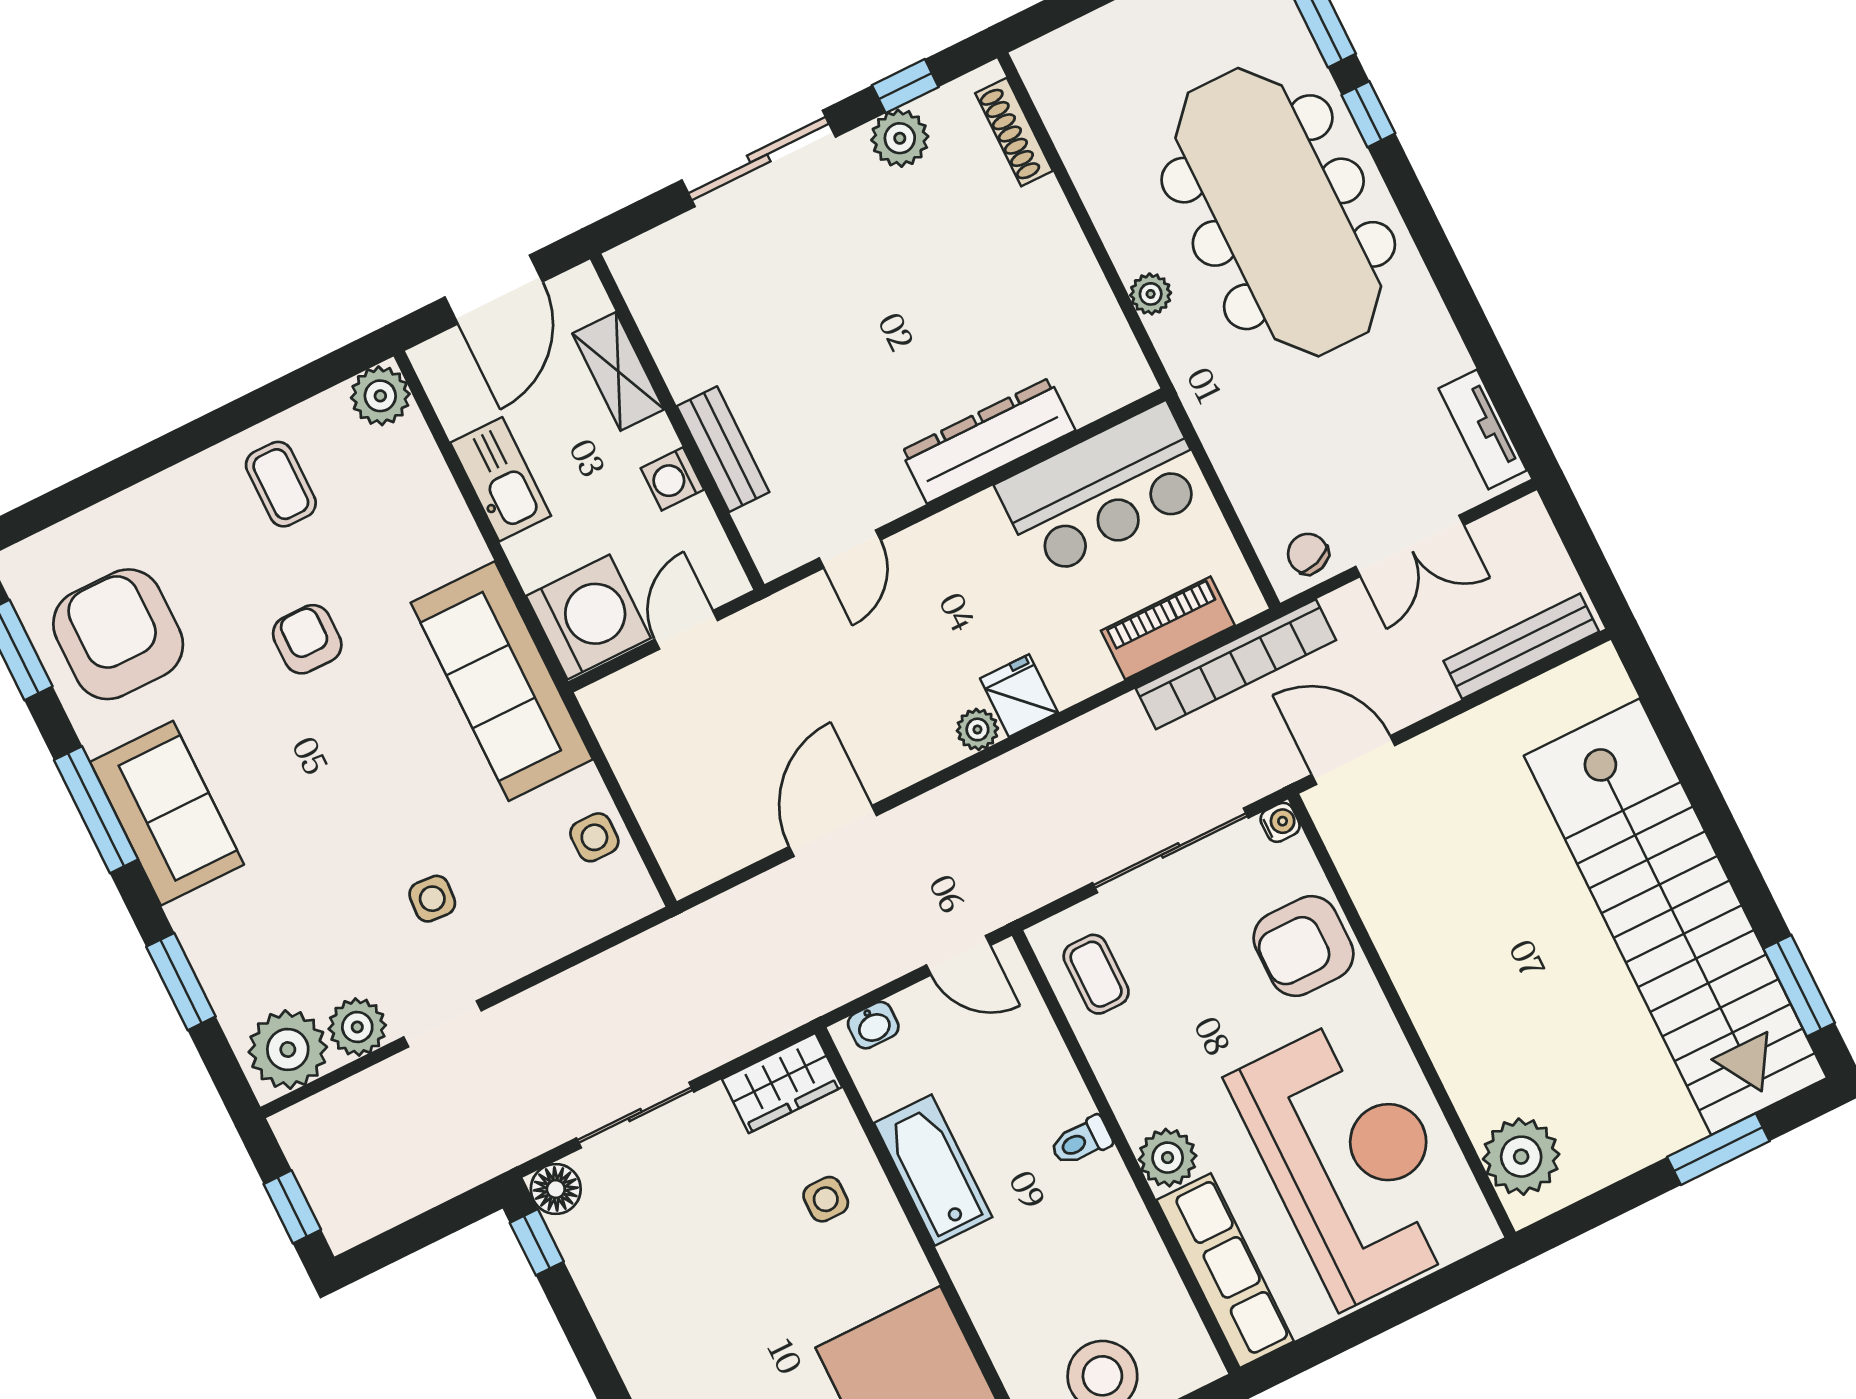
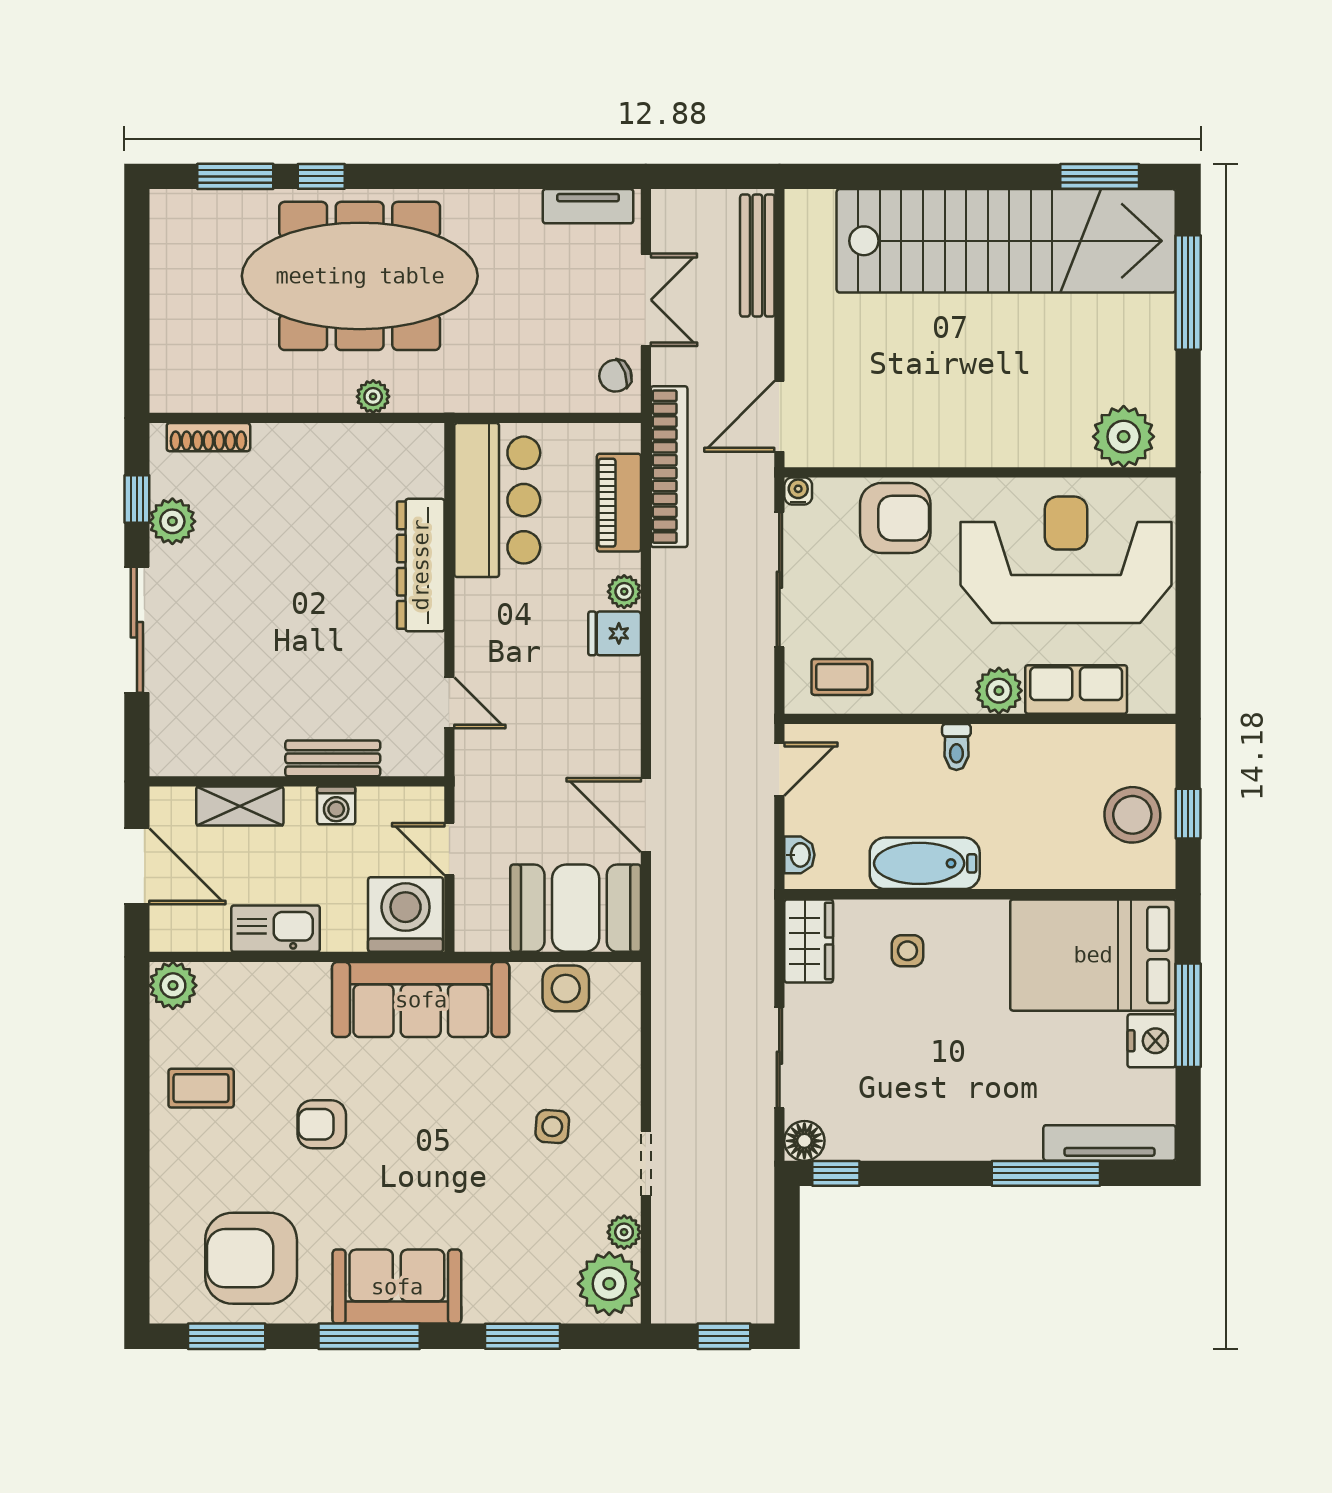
plant: (977, 729) -> (624, 592), moved
booth: (690, 804) -> (576, 908), added
side table: (594, 837) -> (566, 988), width x1.37, depth x1.37
armchair: (1303, 946) -> (895, 518), turned -90
plant: (357, 1027) -> (624, 1232), width x0.73, depth x0.73
window: (1718, 1149) -> (1188, 292), width x1.44
row of seats: (1225, 1271) -> (1076, 689), width x0.68

